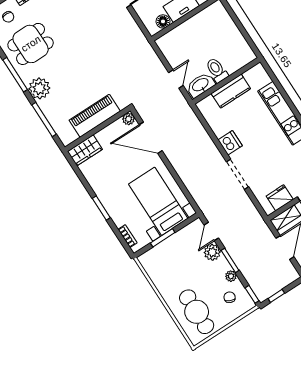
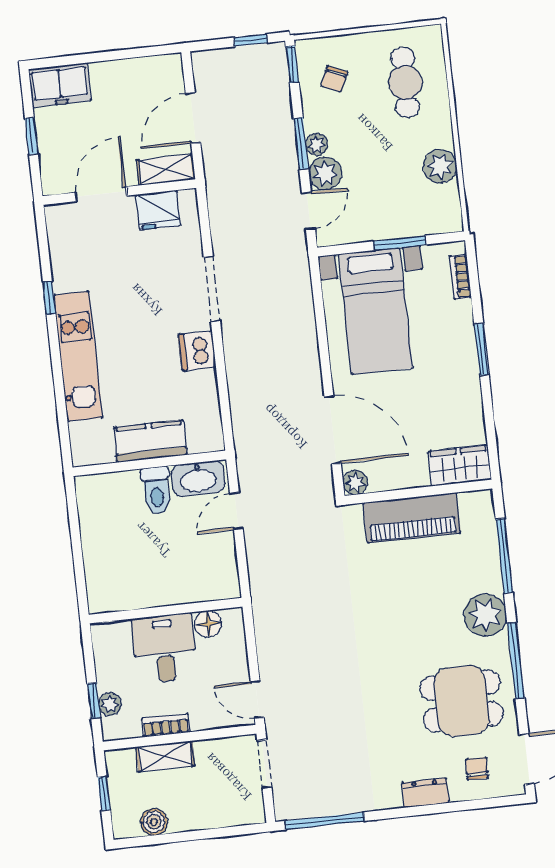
plant: (231, 276) -> (317, 144), moved
plant: (162, 282) -> (440, 166), added
cafe table: (197, 312) -> (405, 82), width x0.73, depth x0.74

